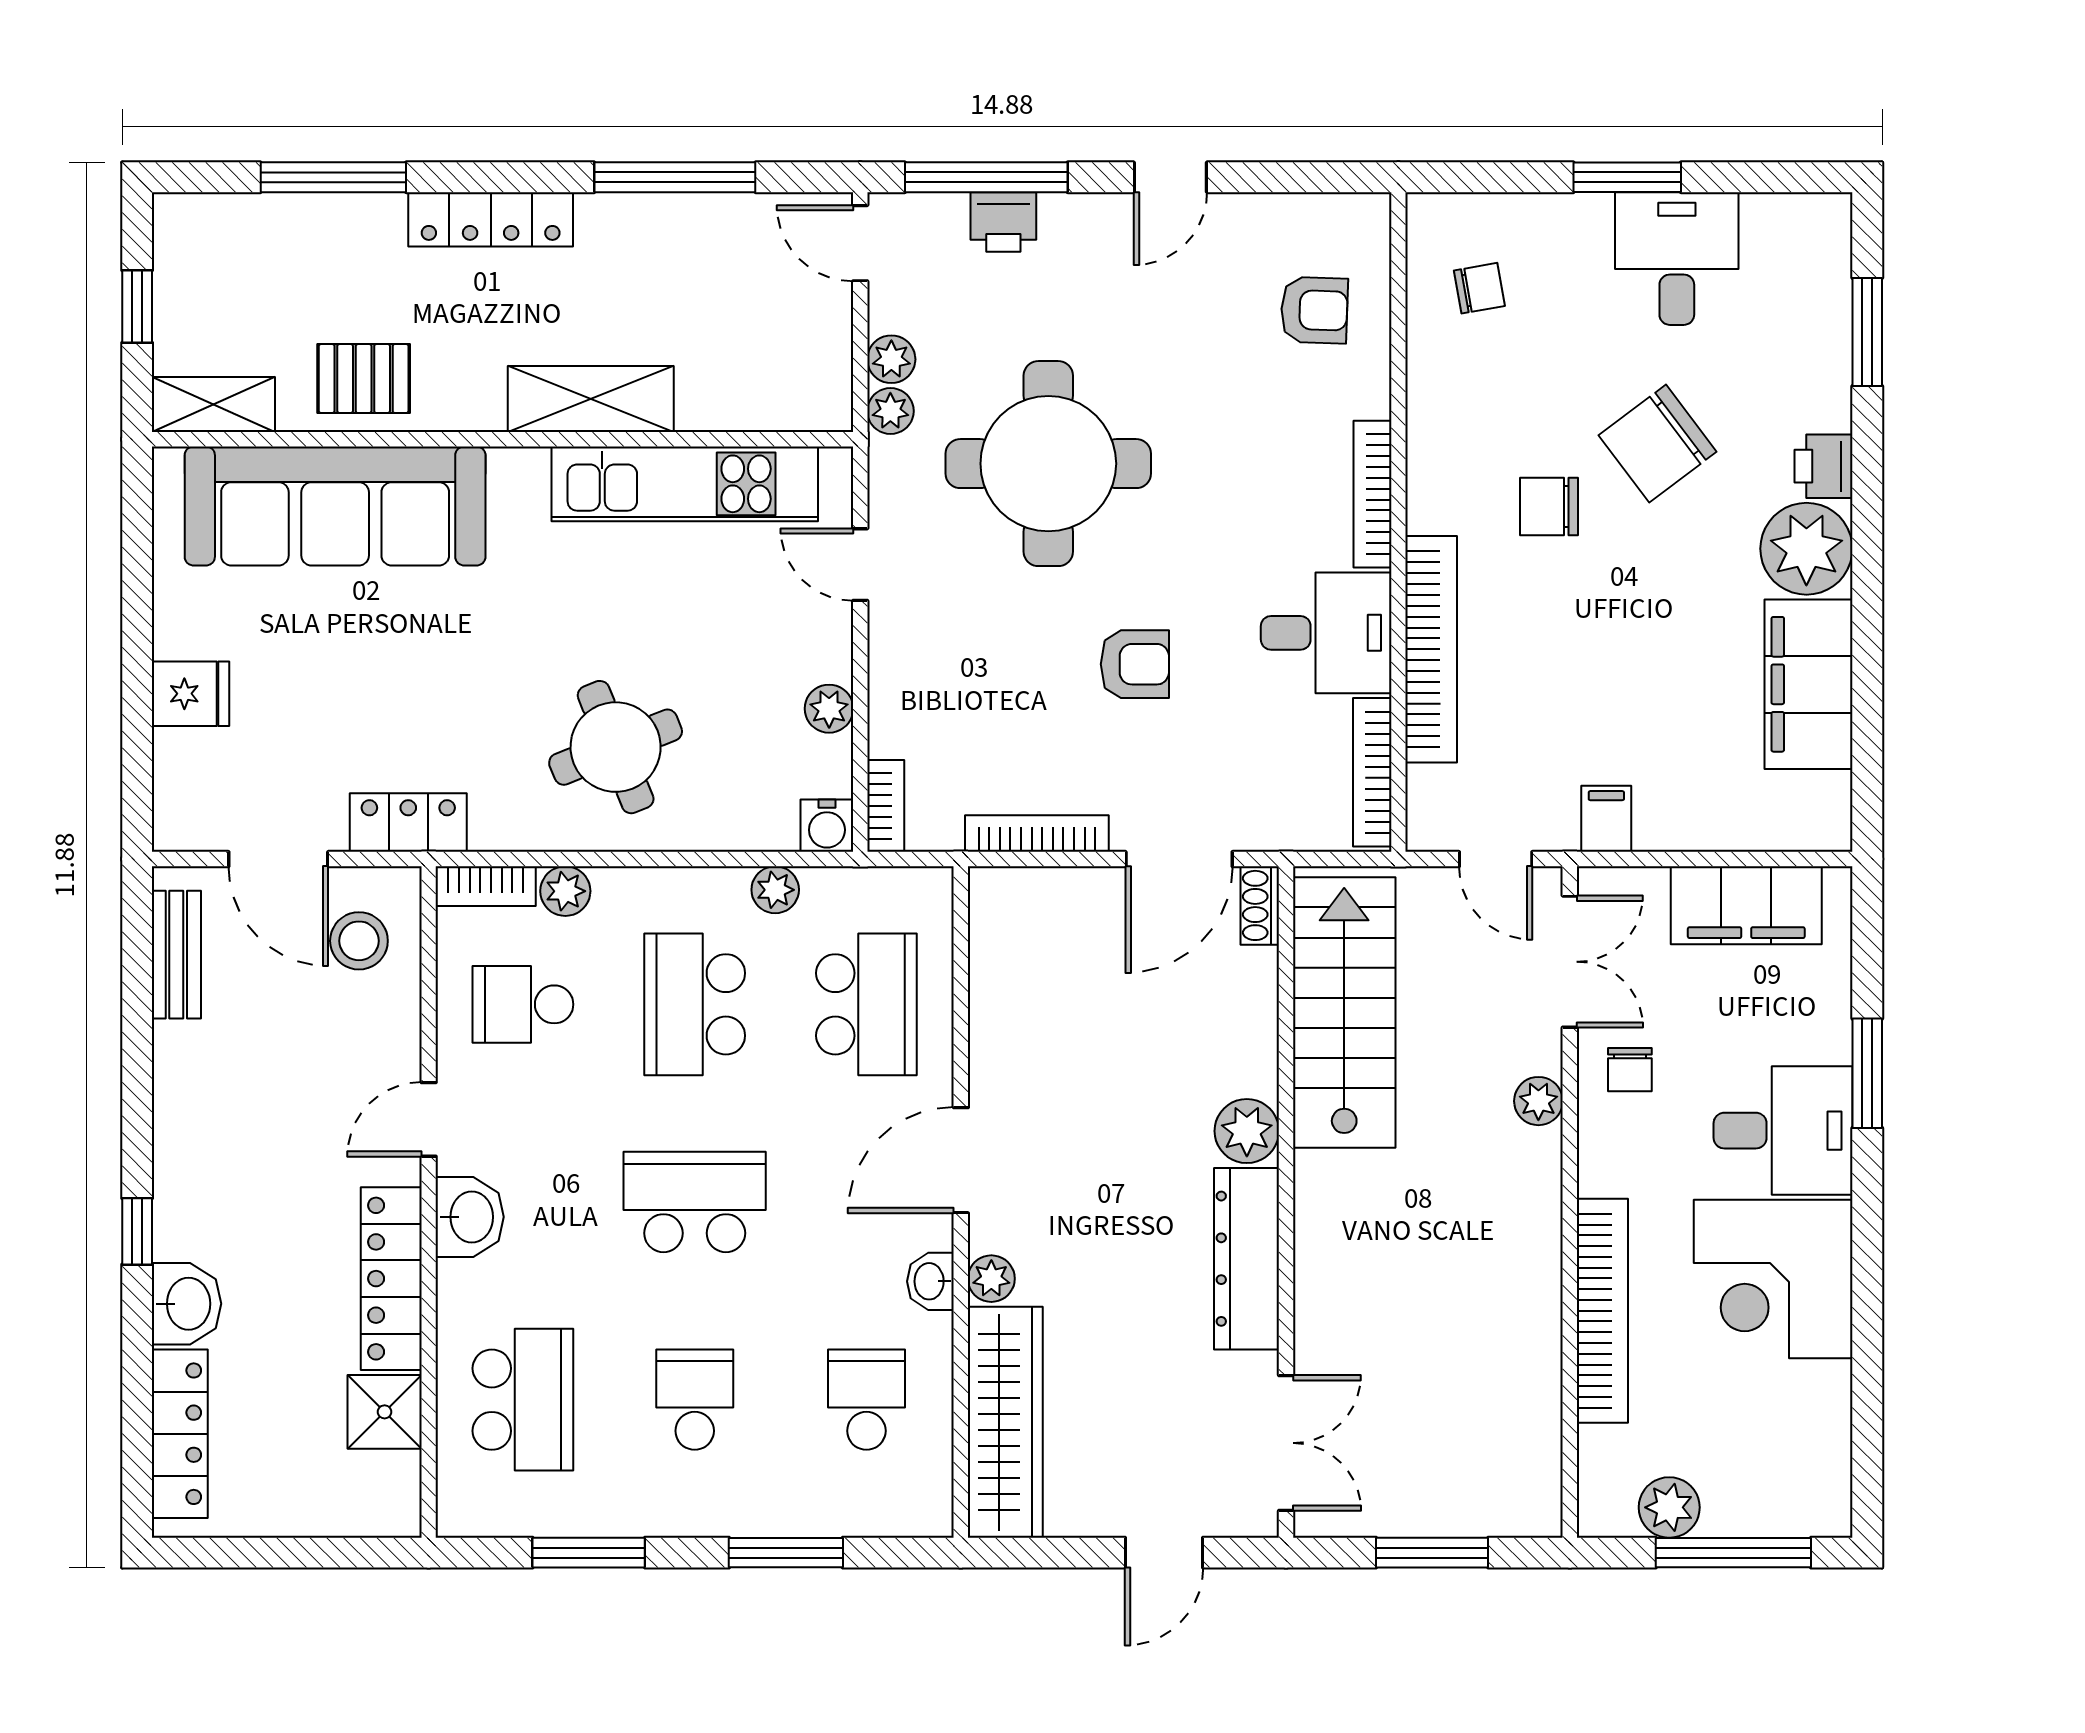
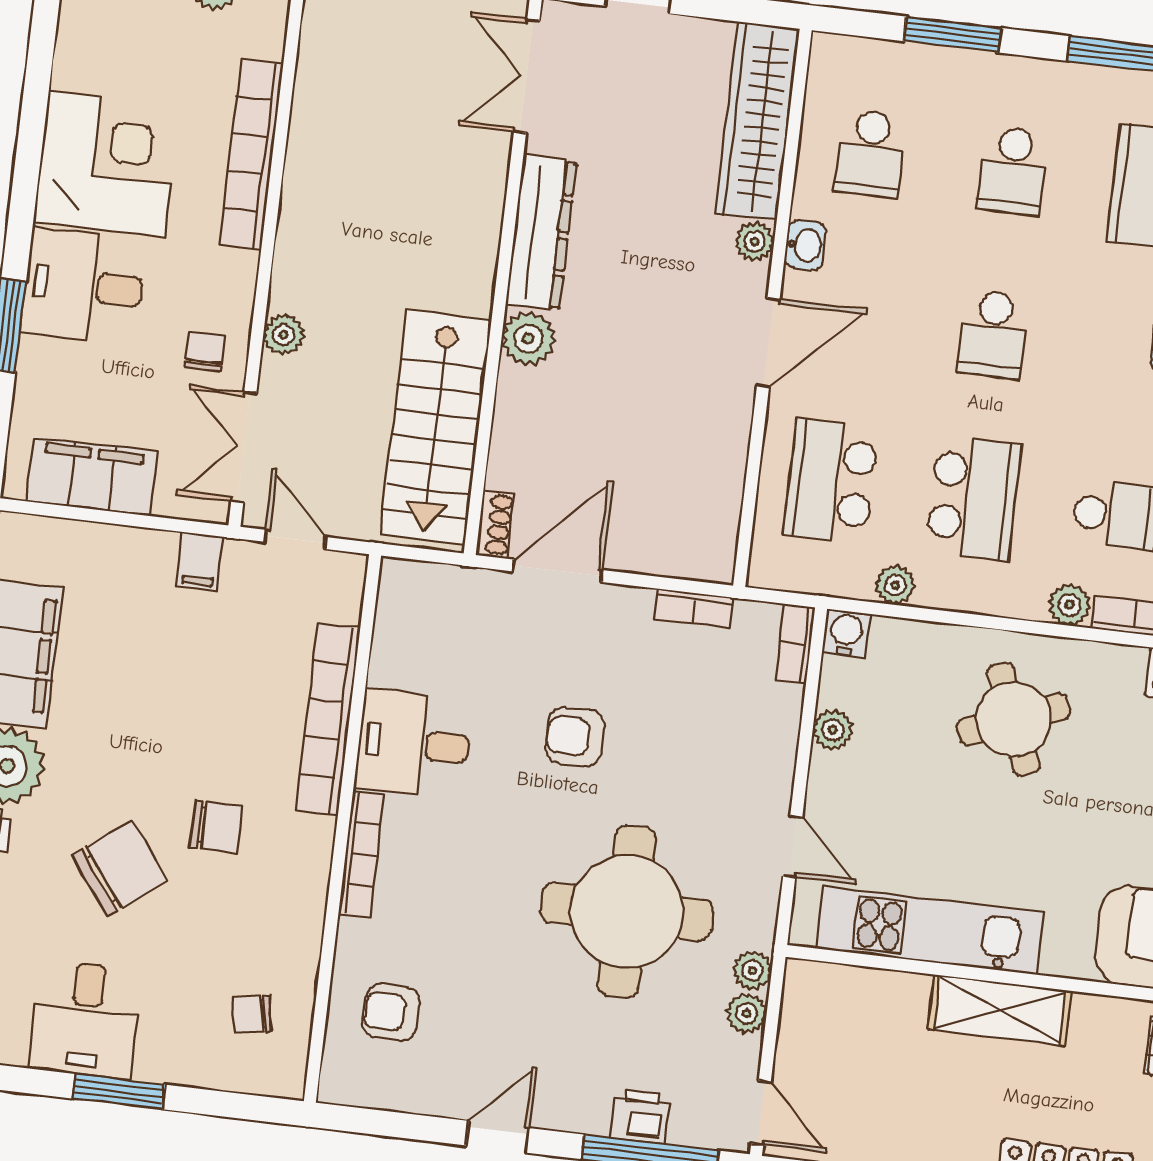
bookcase: (1372, 772) -> (389, 623), removed
bookcase: (1037, 834) -> (694, 608), width x0.64
school desk: (695, 1202) -> (993, 334), width x0.54

